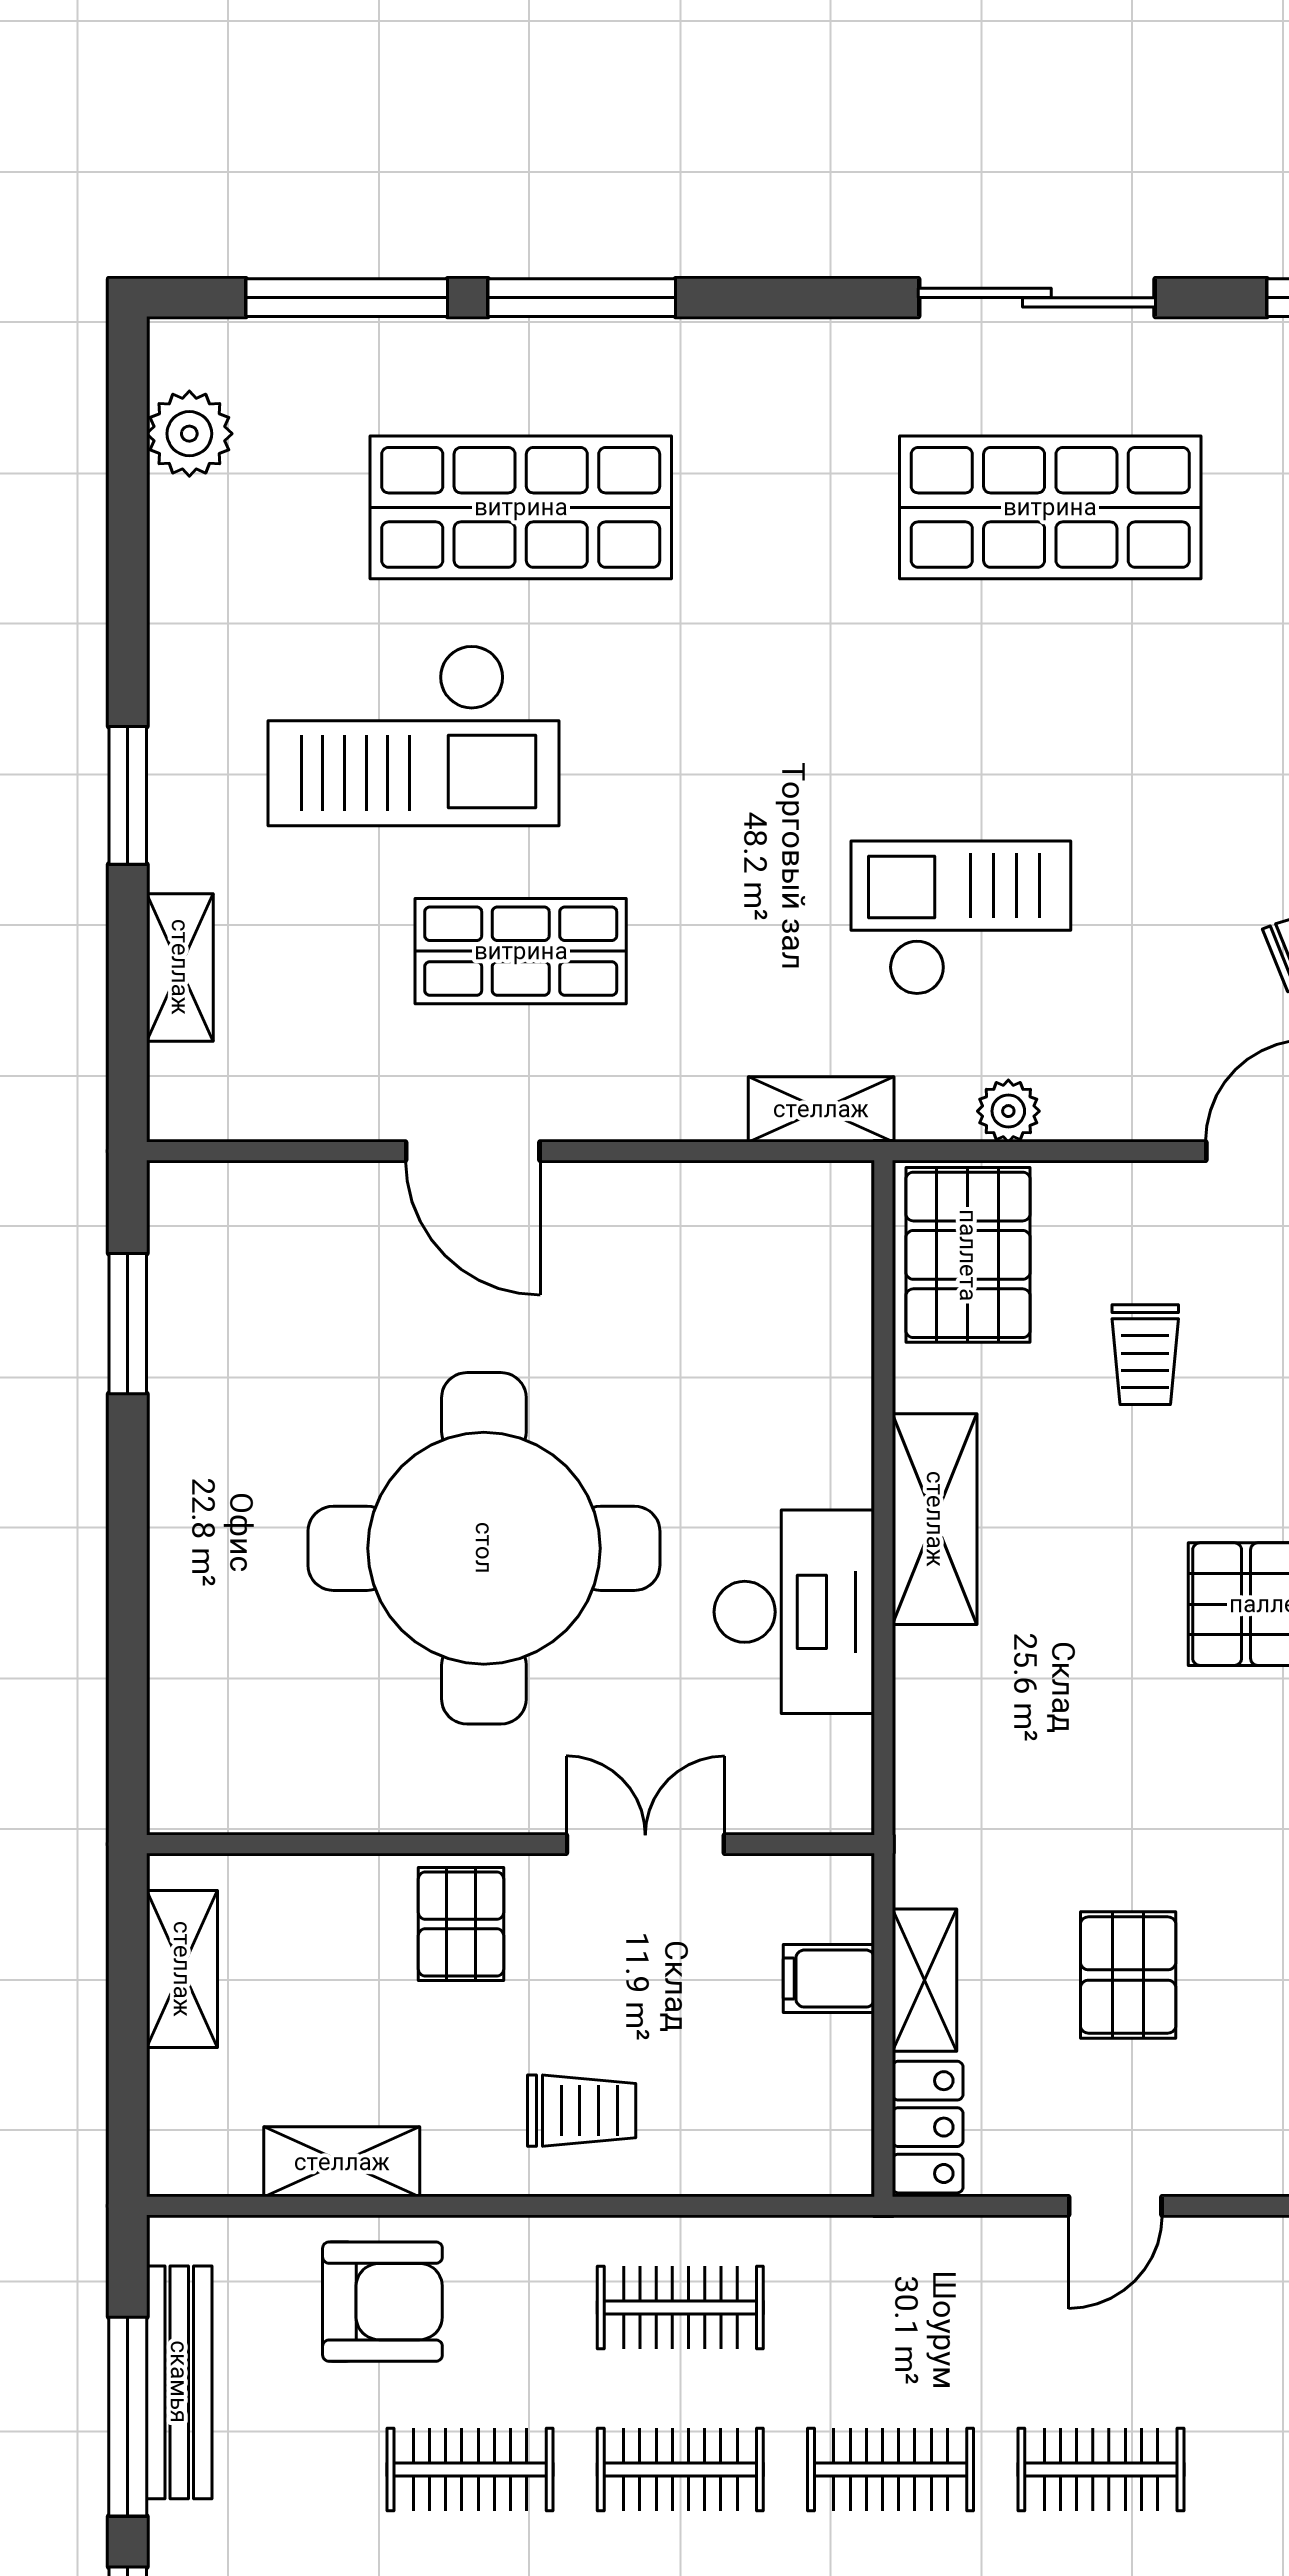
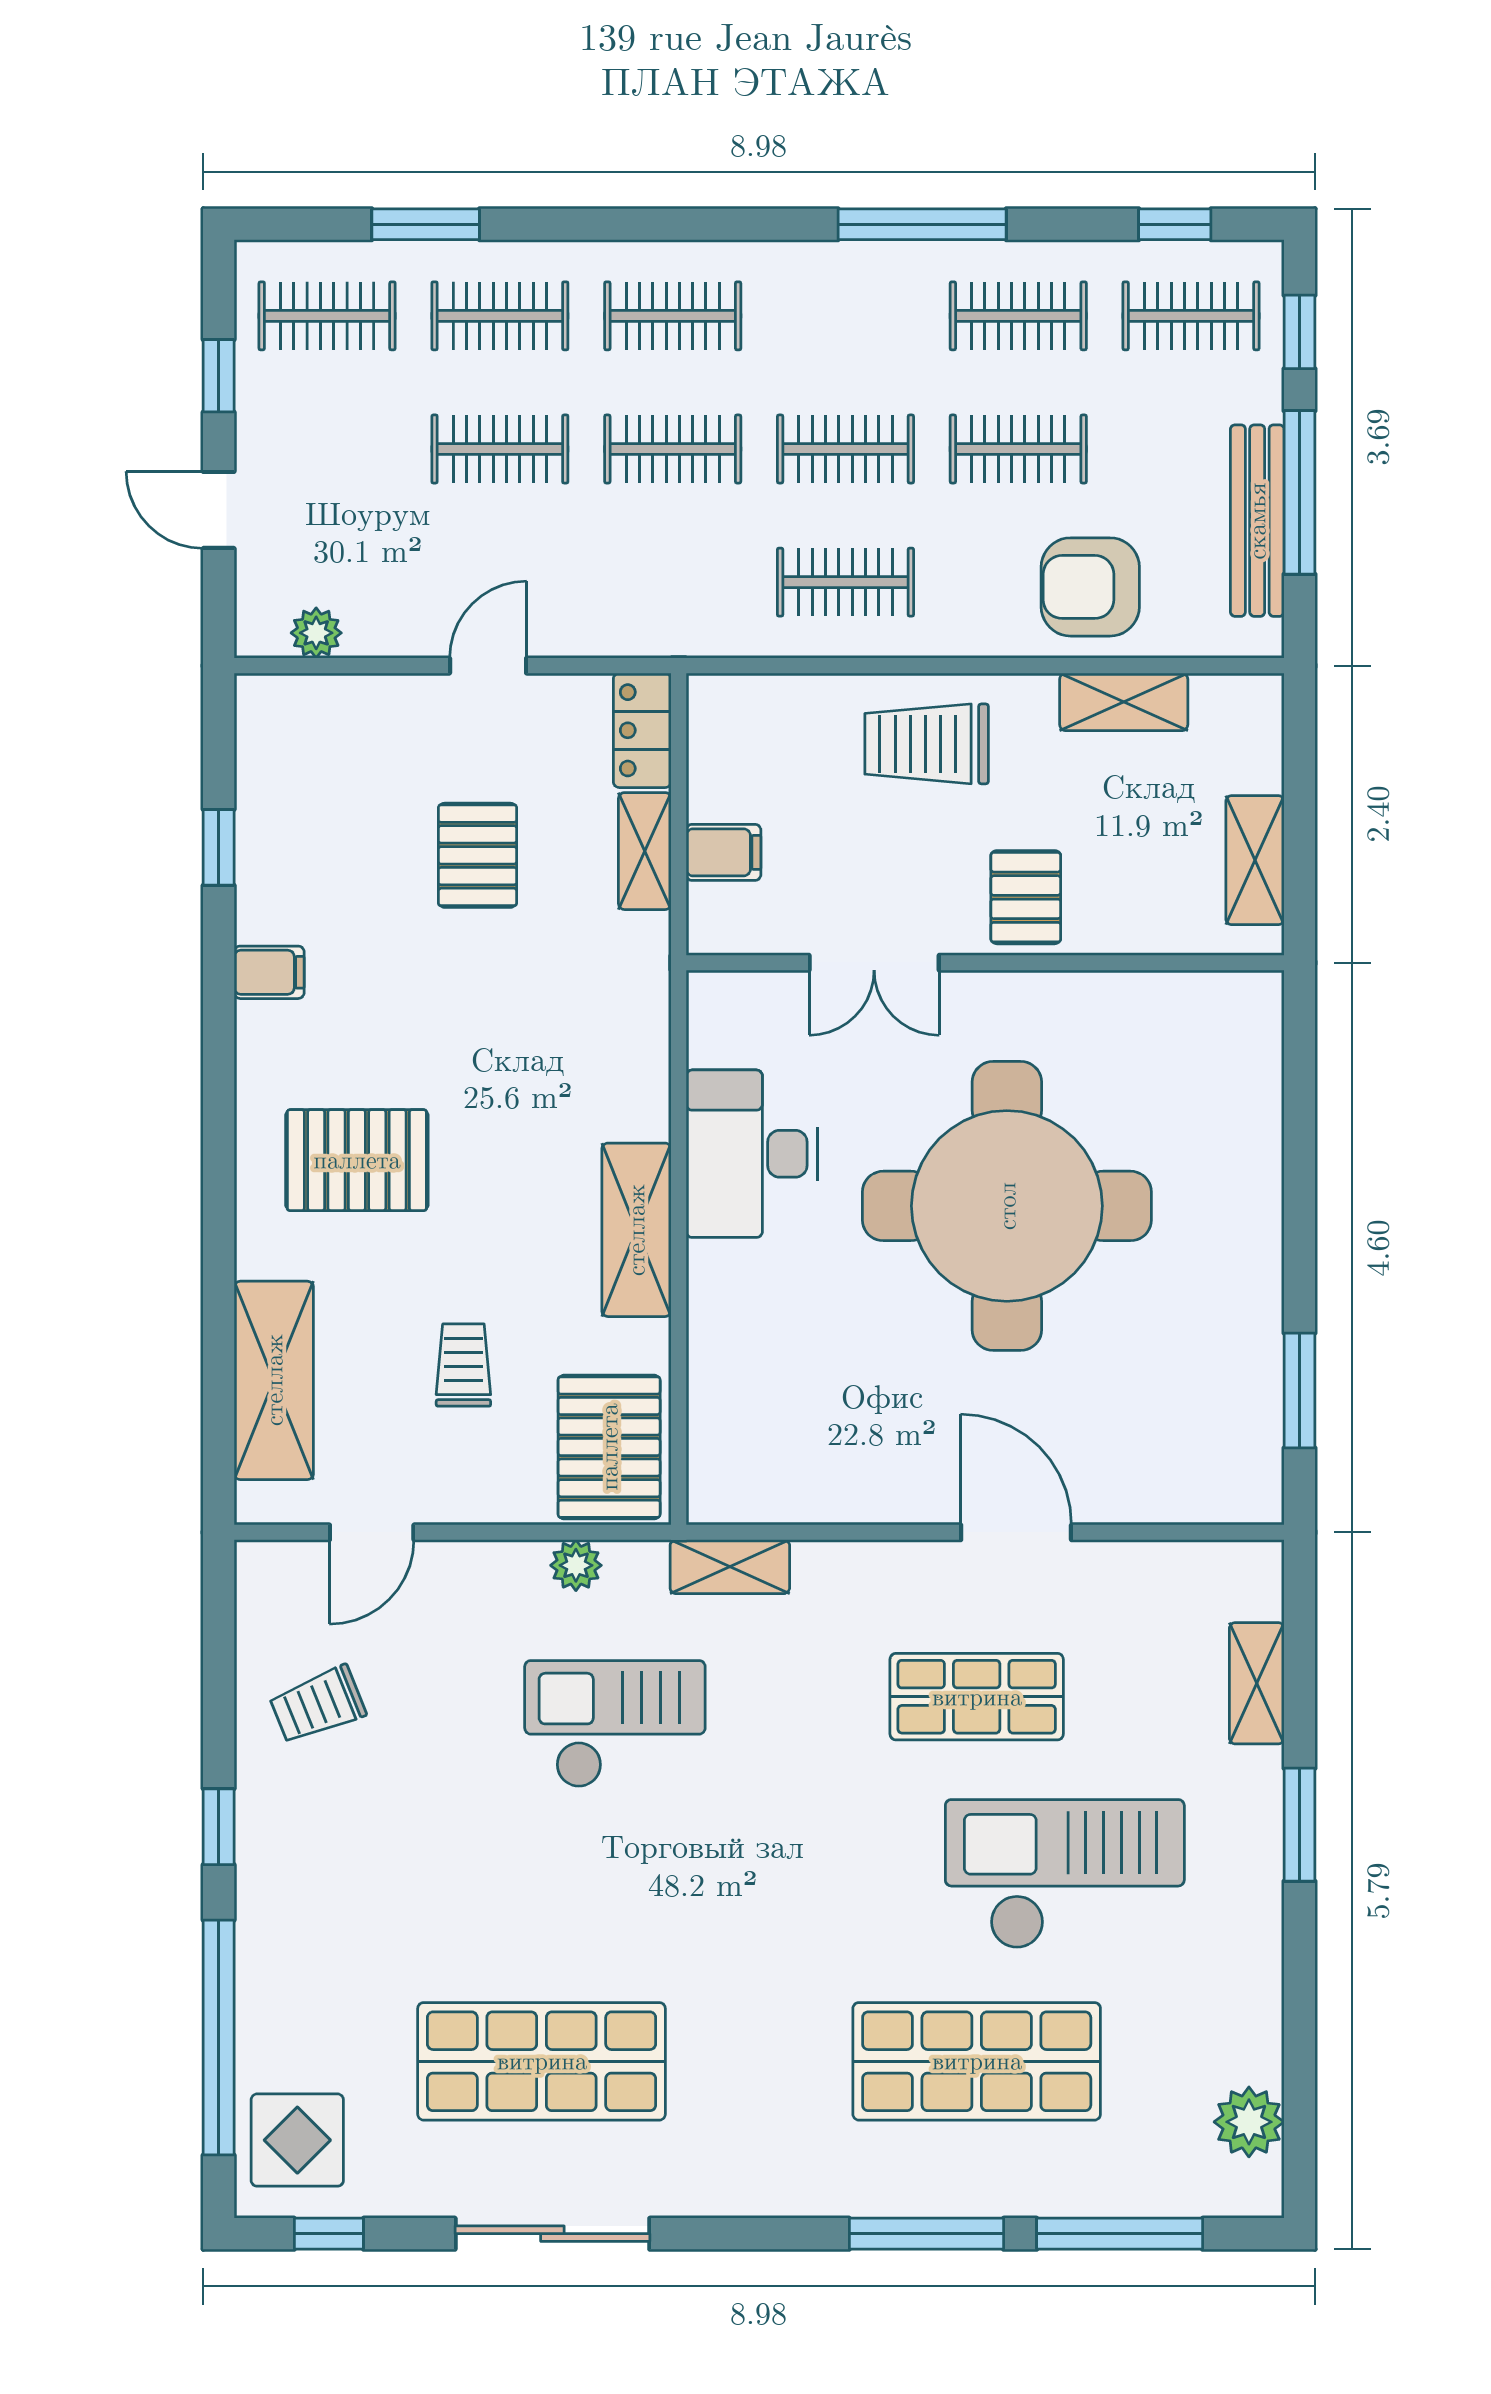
checkout: (961, 918) -> (615, 1724), turned 180
trolley: (582, 2111) -> (927, 744), width x1.36, depth x1.39

